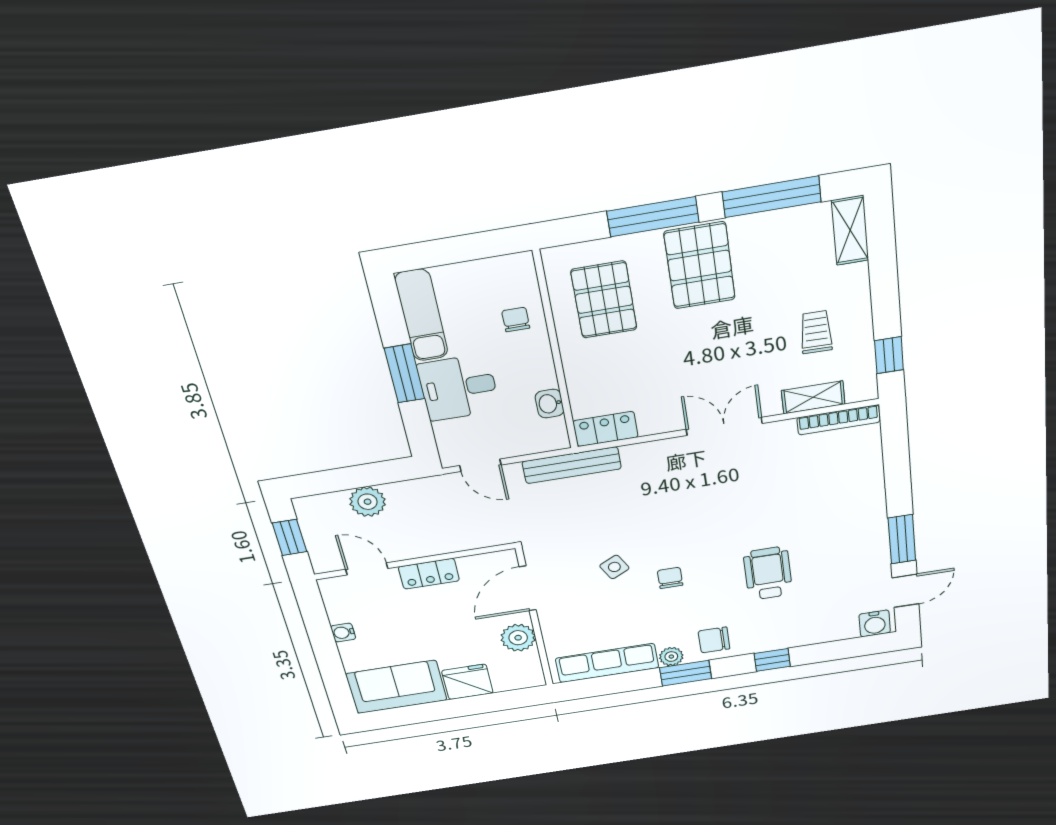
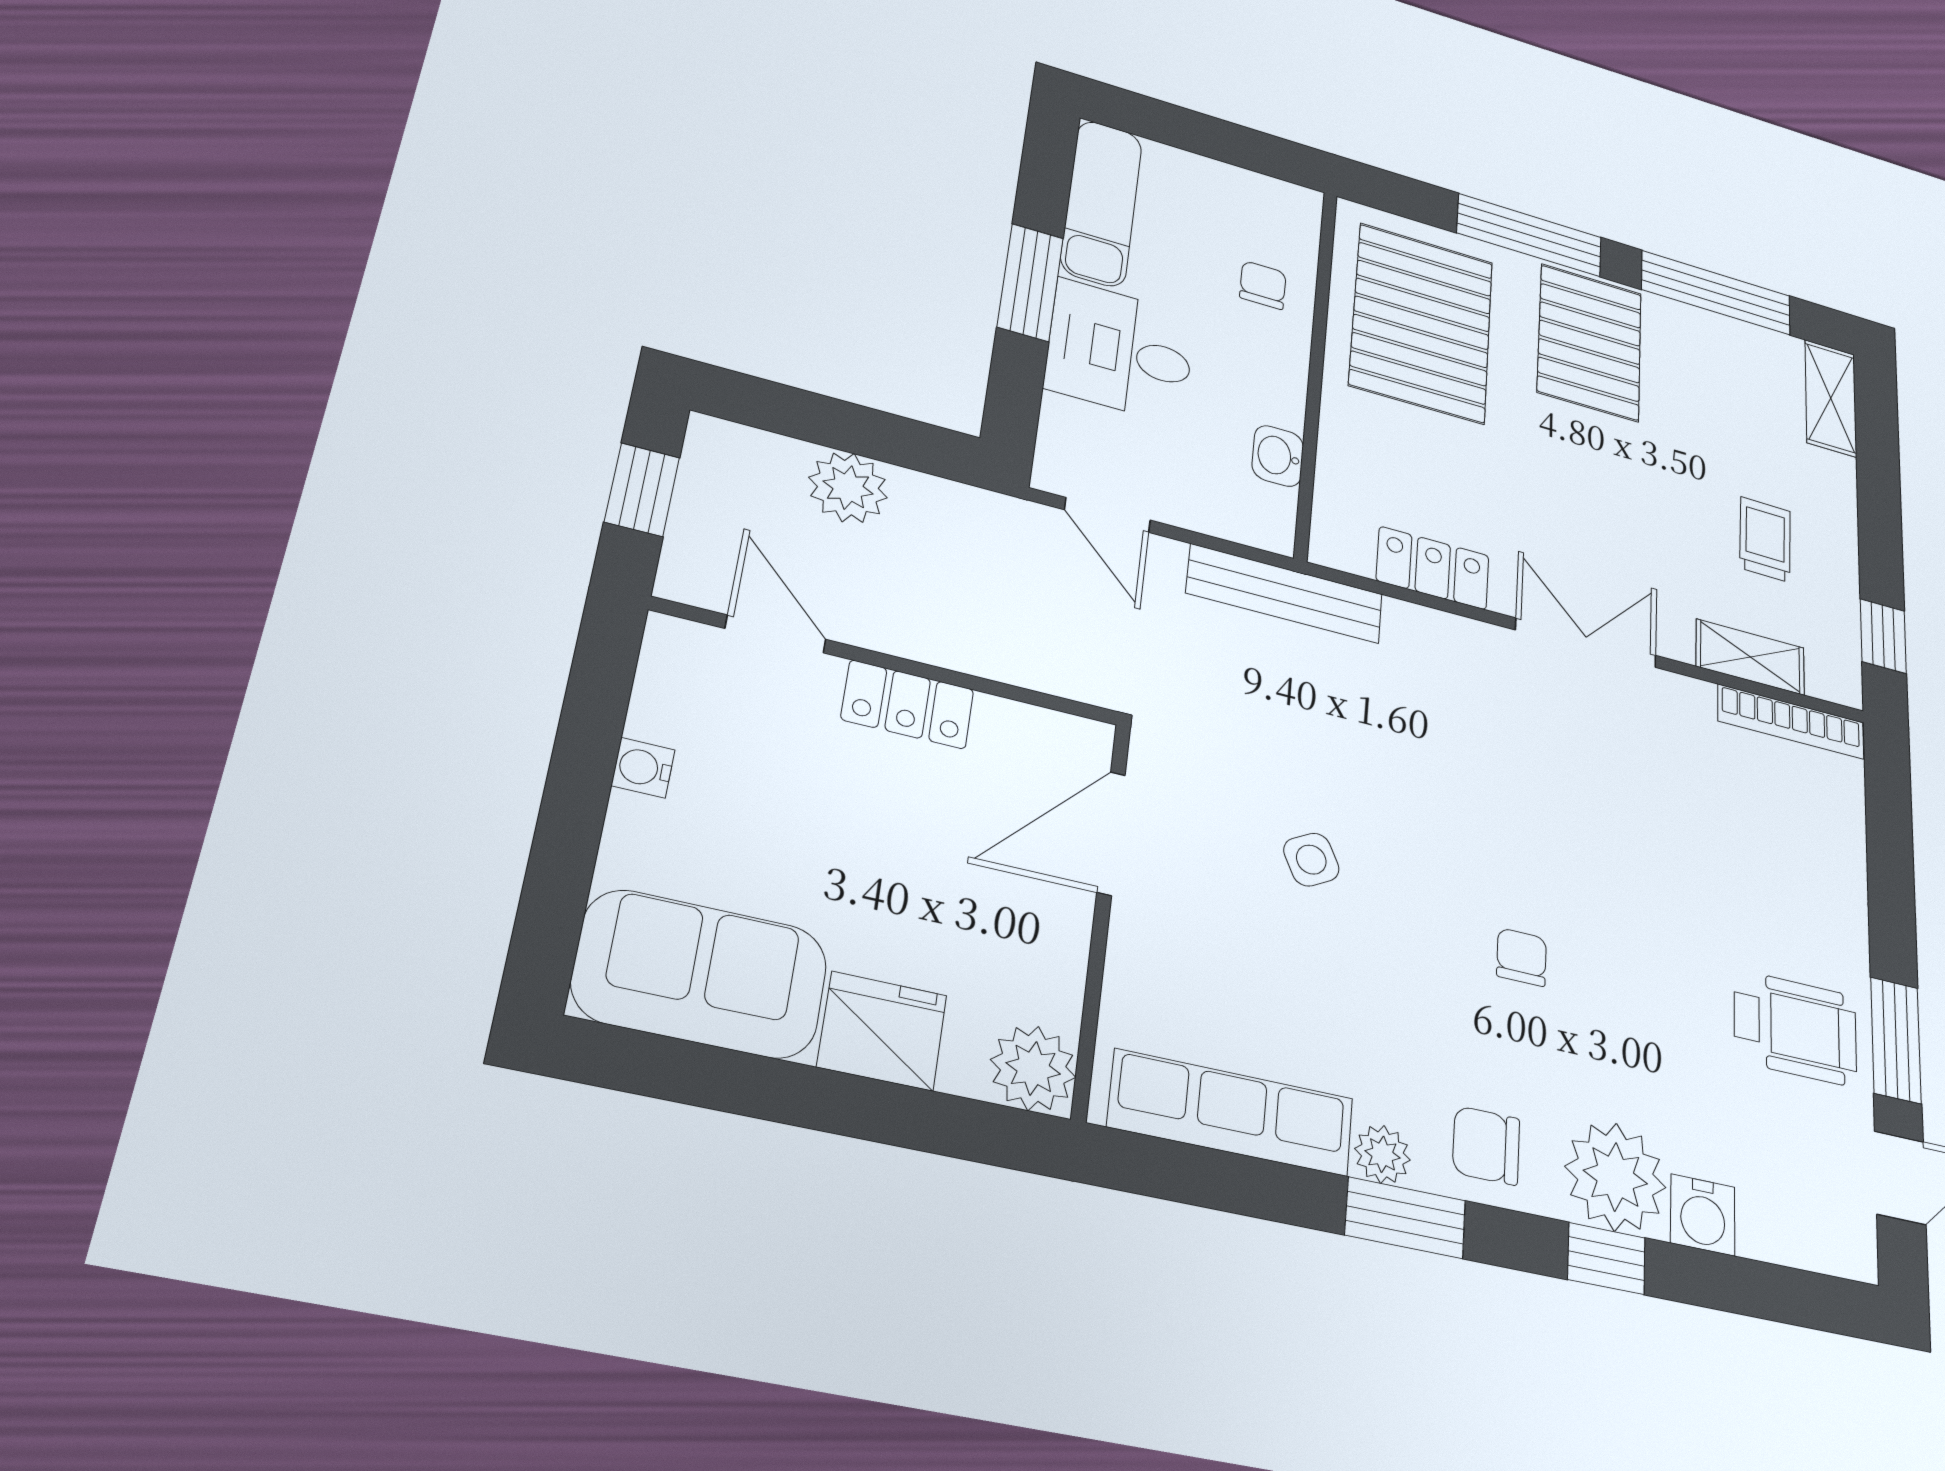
pallet: (604, 300) -> (1422, 323), width x1.37, depth x1.41
locker: (606, 429) -> (1433, 568), moved
wheelchair: (768, 573) -> (1795, 1028), moved, turned 90
chair: (670, 578) -> (1522, 957), moved
water cooler: (875, 623) -> (1703, 1215), moved
plant: (772, 632) -> (1615, 1177), added
plant: (518, 638) -> (1033, 1068), moved

